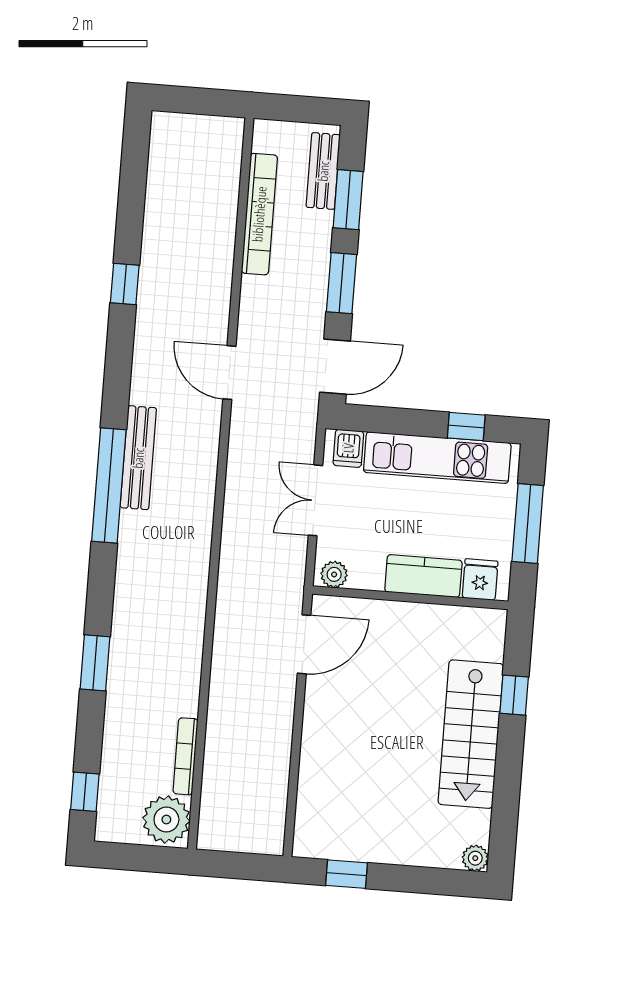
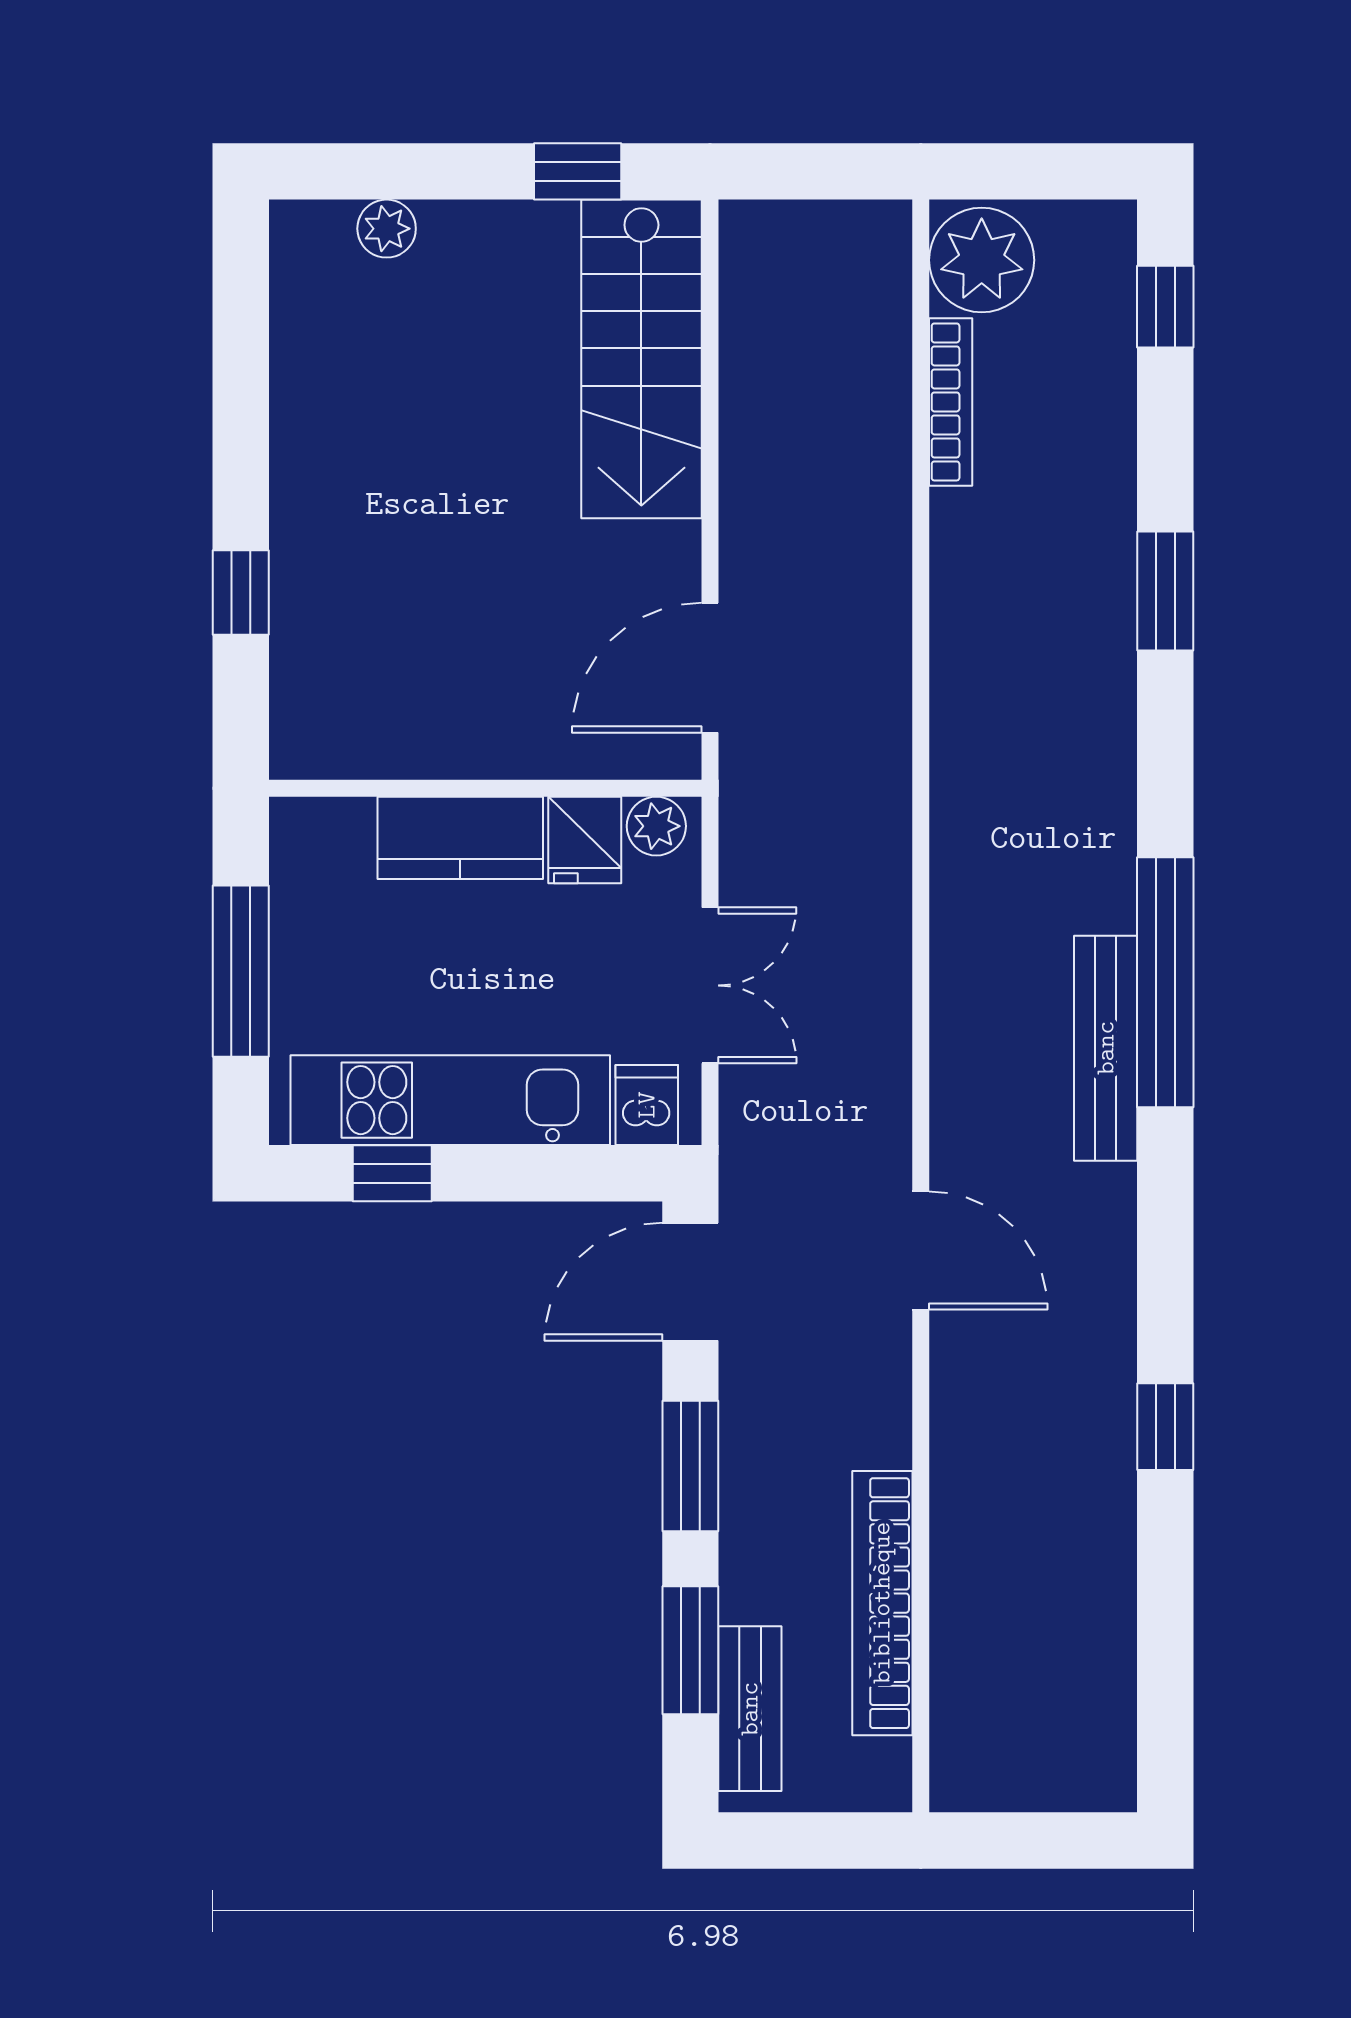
fridge: (480, 580) -> (585, 840), moved
stairs: (471, 734) -> (641, 359), moved, turned 180
plant: (475, 858) -> (387, 229), moved

